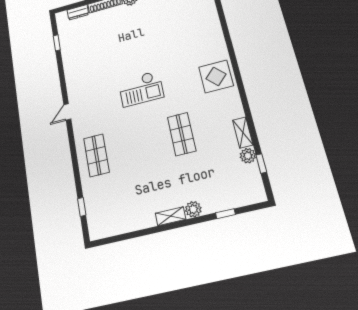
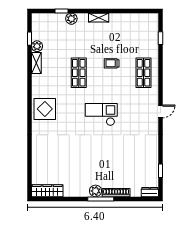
dresser: (78, 12) -> (150, 192), moved
trolley: (140, 157) -> (112, 63), added
plant: (193, 209) -> (71, 19), moved

